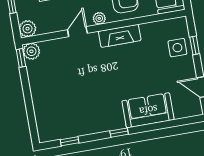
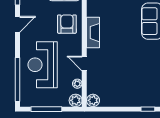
plant: (99, 18) -> (77, 84), moved
window: (21, 58) -> (148, 109), moved

